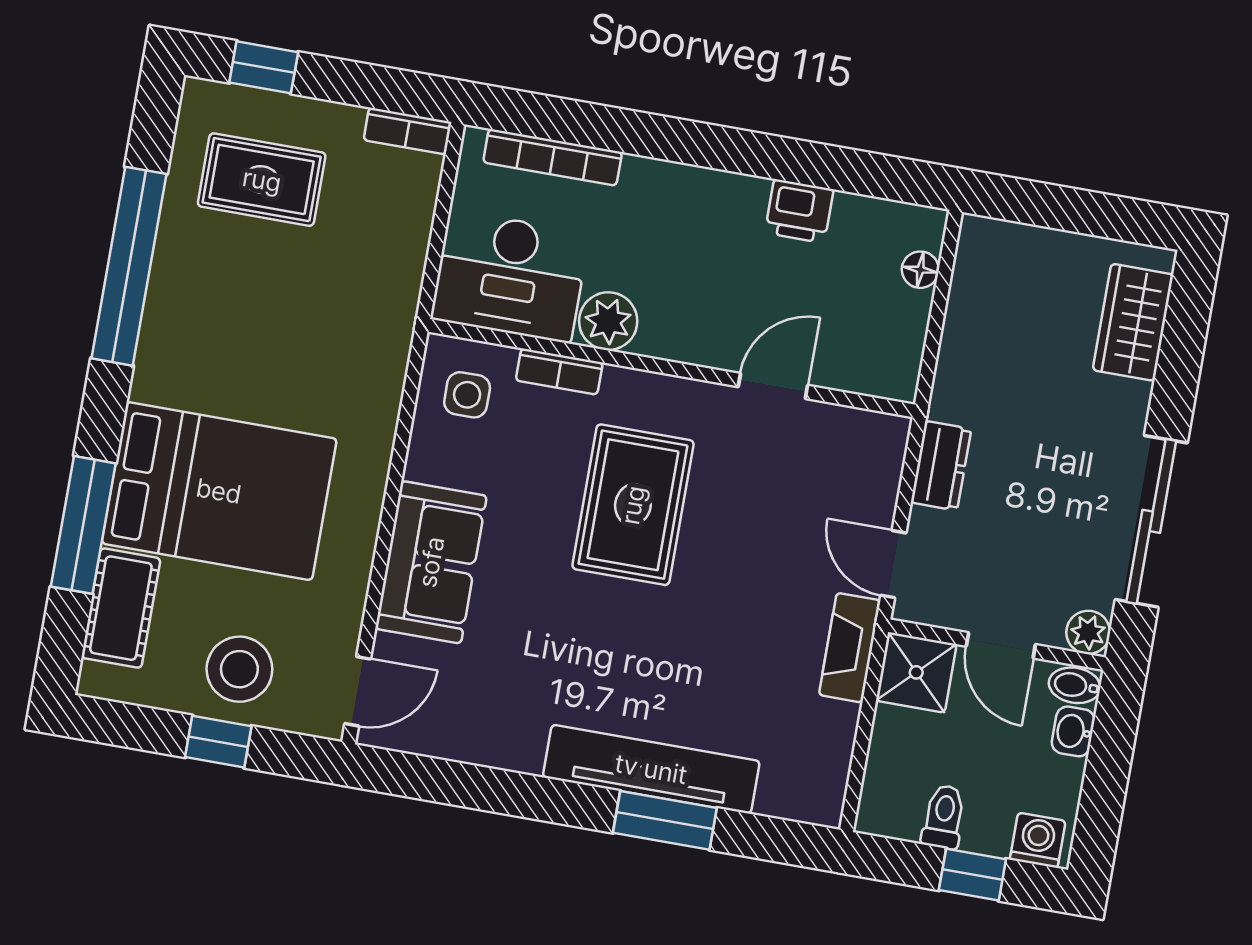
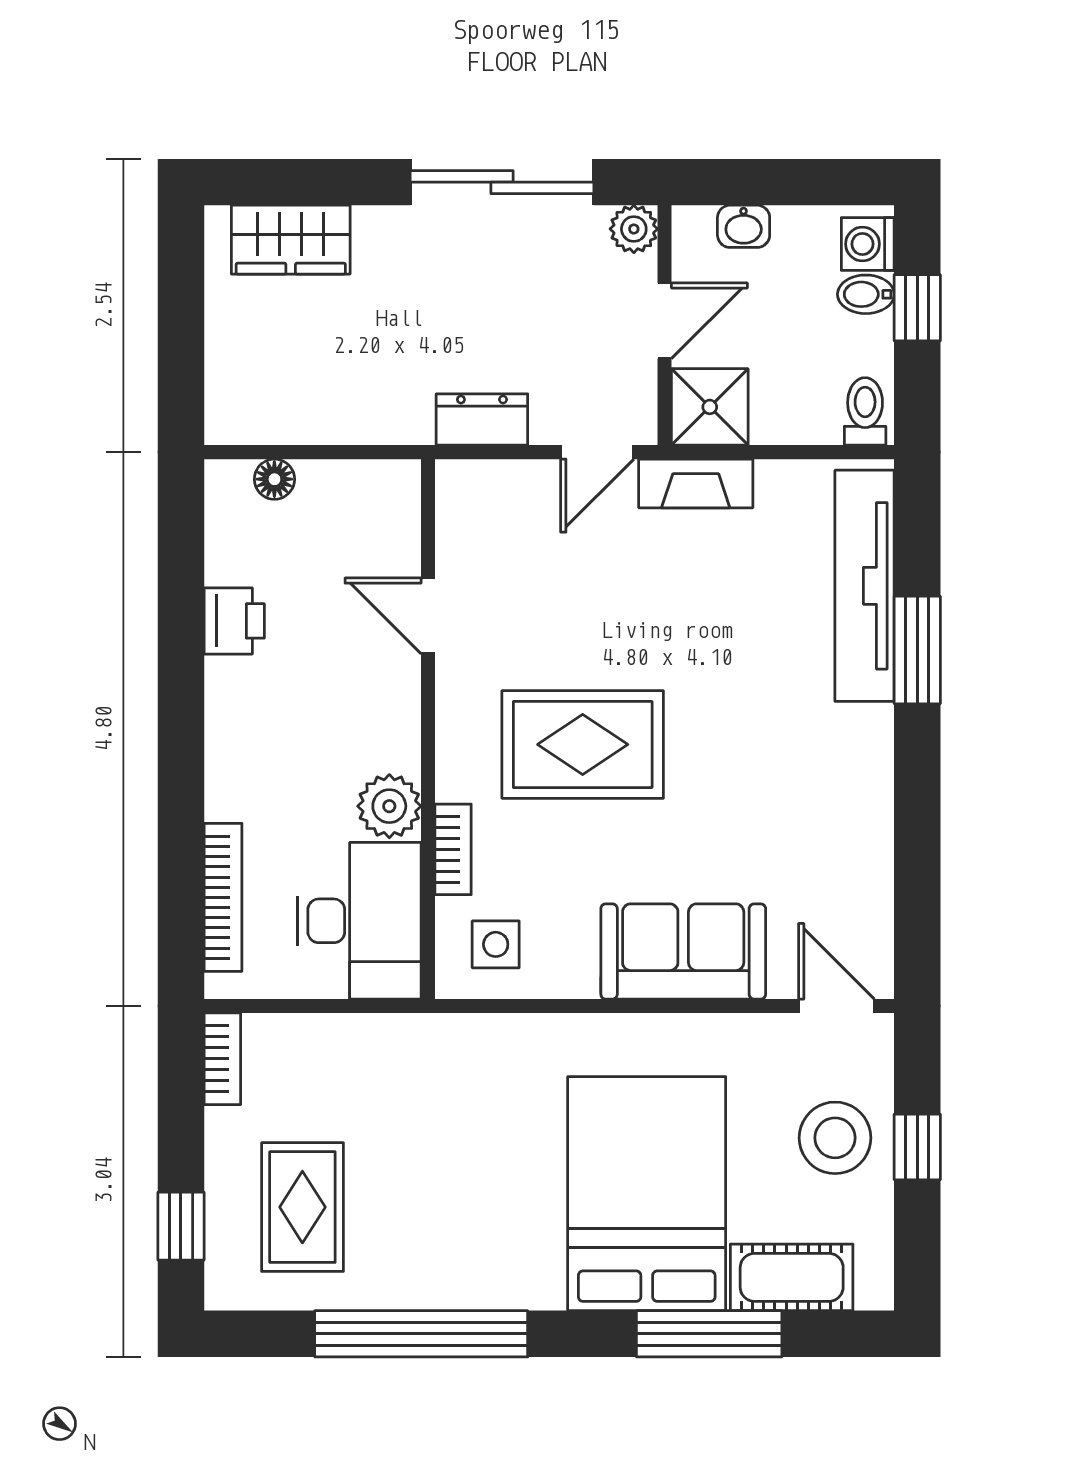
bidet: (1075, 685) -> (866, 294), moved, turned 90
tv unit: (651, 769) -> (865, 586), moved
toilet: (944, 817) -> (865, 411), moved, turned 90

